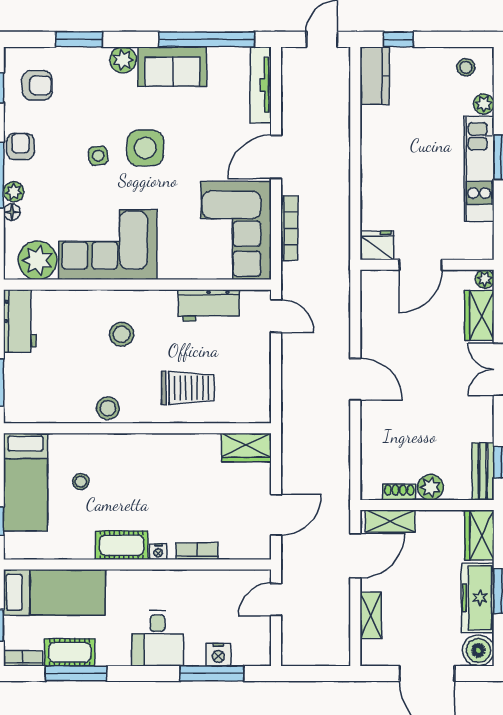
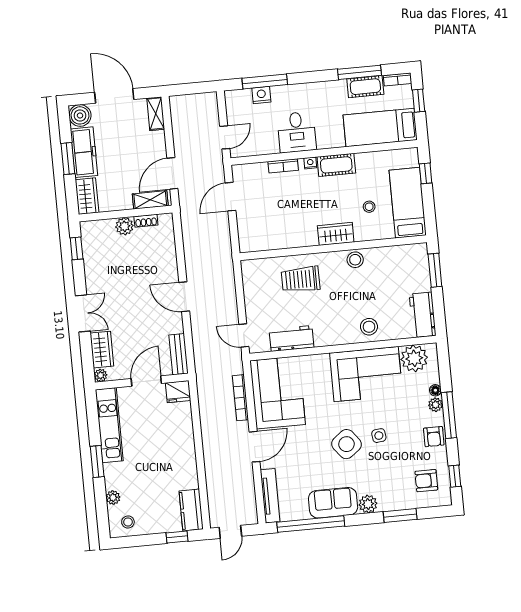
side table: (145, 148) -> (346, 444), turned -38
kitchen unit: (479, 169) -> (109, 425), moved
stool: (122, 334) -> (369, 327), moved
wardrobe: (246, 448) -> (336, 234), moved
bench: (483, 471) -> (179, 354), moved
shelving: (371, 616) -> (156, 114), moved
desk: (157, 638) -> (297, 132), moved, turned 180

